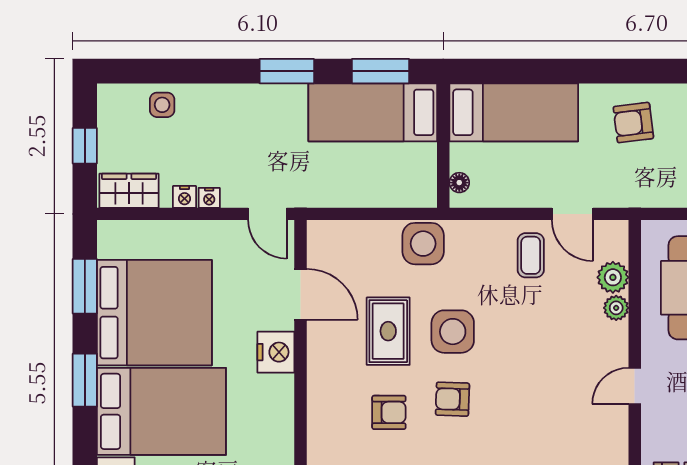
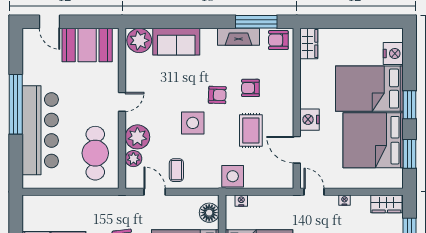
floor lamp: (459, 183) -> (209, 213), width x1.89, depth x1.89
nightstand: (185, 197) -> (241, 201), moved
plant: (616, 308) -> (137, 137), width x1.88, depth x1.88
side table: (453, 332) -> (193, 123), moved

